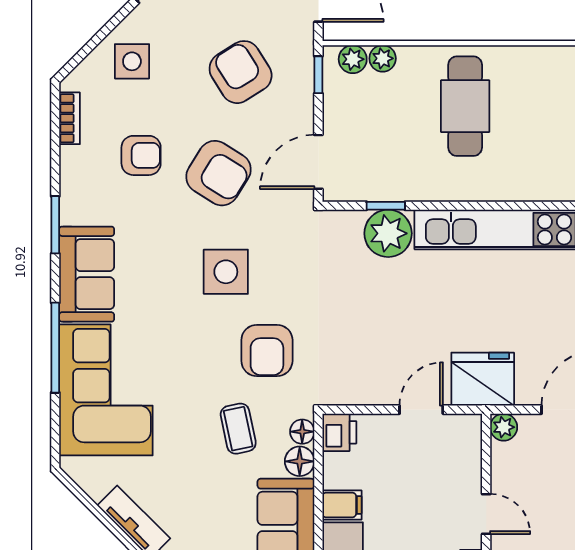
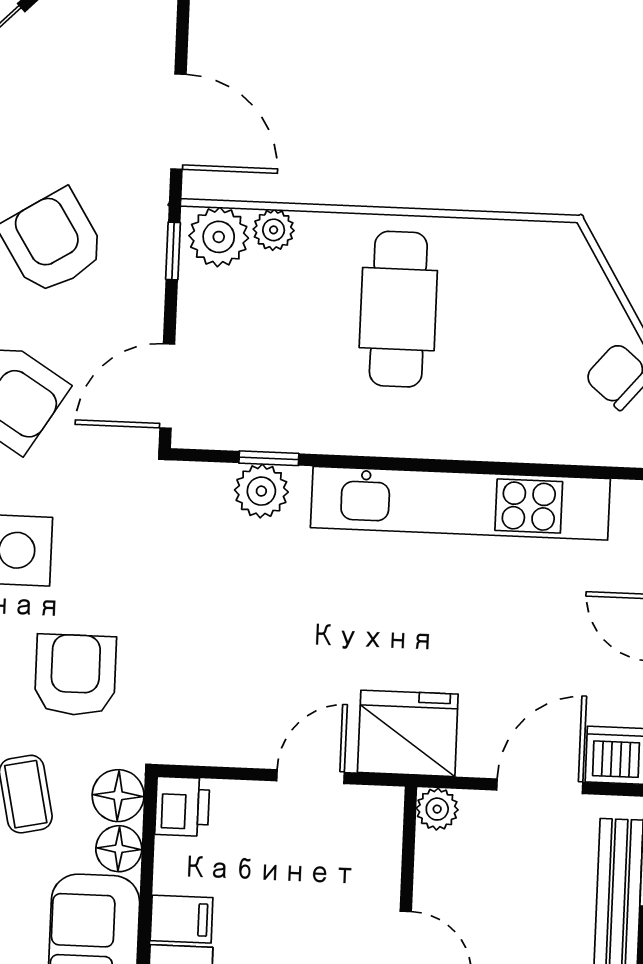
plant: (353, 59) -> (219, 237), width x1.38, depth x1.38
plant: (388, 233) -> (261, 491), width x0.73, depth x0.73
armchair: (267, 350) -> (75, 675), turned 180
floor lamp: (302, 432) -> (118, 796), width x1.37, depth x1.37

